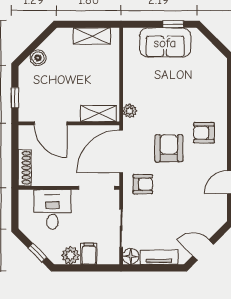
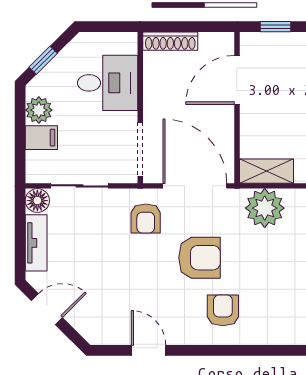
plant: (130, 111) -> (265, 208), width x1.88, depth x1.88
shelving: (98, 114) -> (266, 171), moved, turned 90
door: (203, 250) -> (47, 309), hinge flipped

